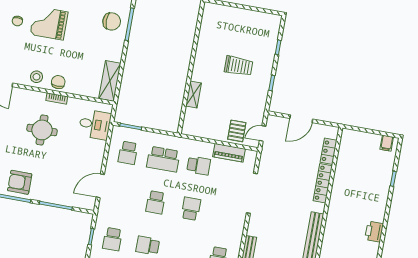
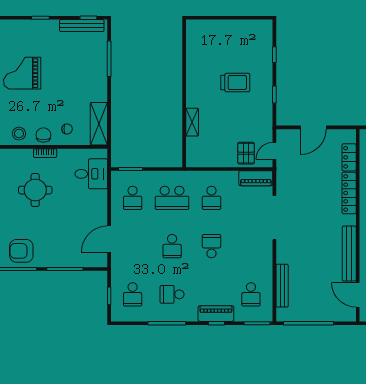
chair: (112, 21) -> (67, 129), moved, width x0.54, depth x0.54
piano: (229, 153) -> (256, 178), moved
school desk: (199, 165) -> (211, 198), turned 90

